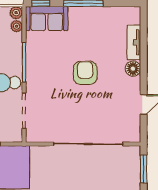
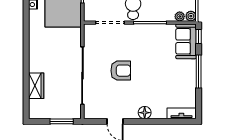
tv unit: (134, 42) -> (181, 113), moved
armchair: (85, 73) -> (121, 71), moved

